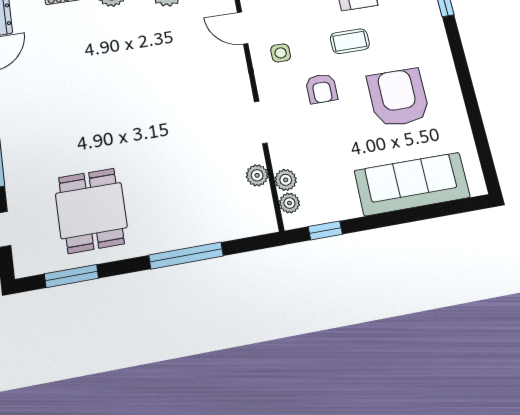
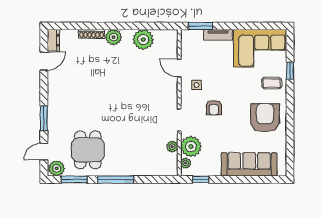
coffee table: (350, 41) -> (272, 83), moved
armchair: (398, 97) -> (265, 118), moved
plant: (286, 180) -> (191, 147), width x1.87, depth x1.87
window: (186, 255) -> (116, 180), moved
plant: (32, 259) -> (57, 168), added

